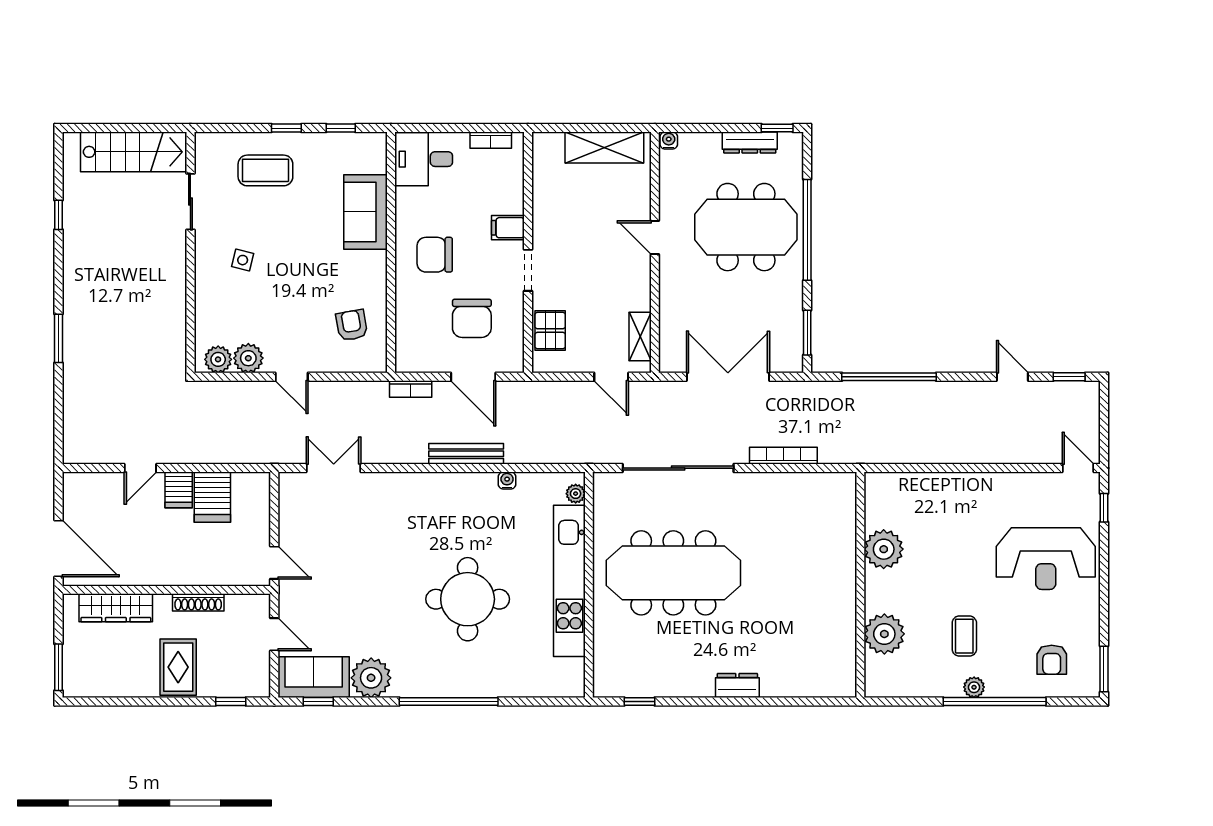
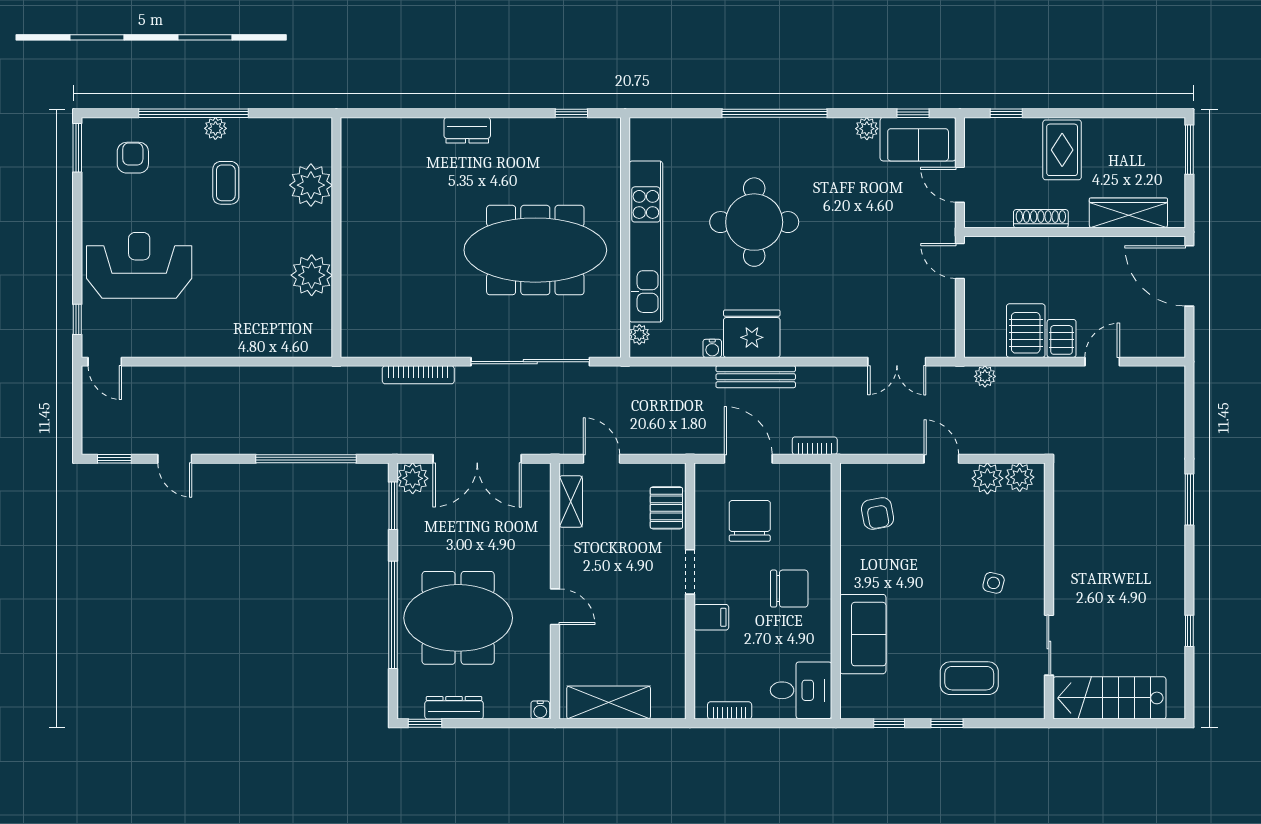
plant: (789, 358) -> (413, 478), added
plant: (251, 454) -> (985, 376), added
fridge: (470, 494) -> (752, 334), added
plant: (371, 678) -> (867, 129), width x0.53, depth x0.53

